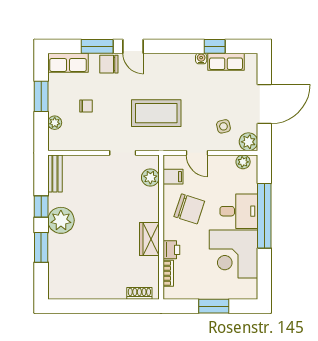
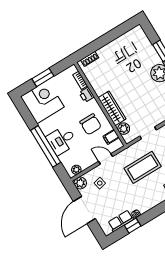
chair: (189, 209) -> (91, 124), turned -108
wardrobe: (149, 239) -> (112, 108), moved, width x1.50
corner desk: (233, 254) -> (42, 102), moved

